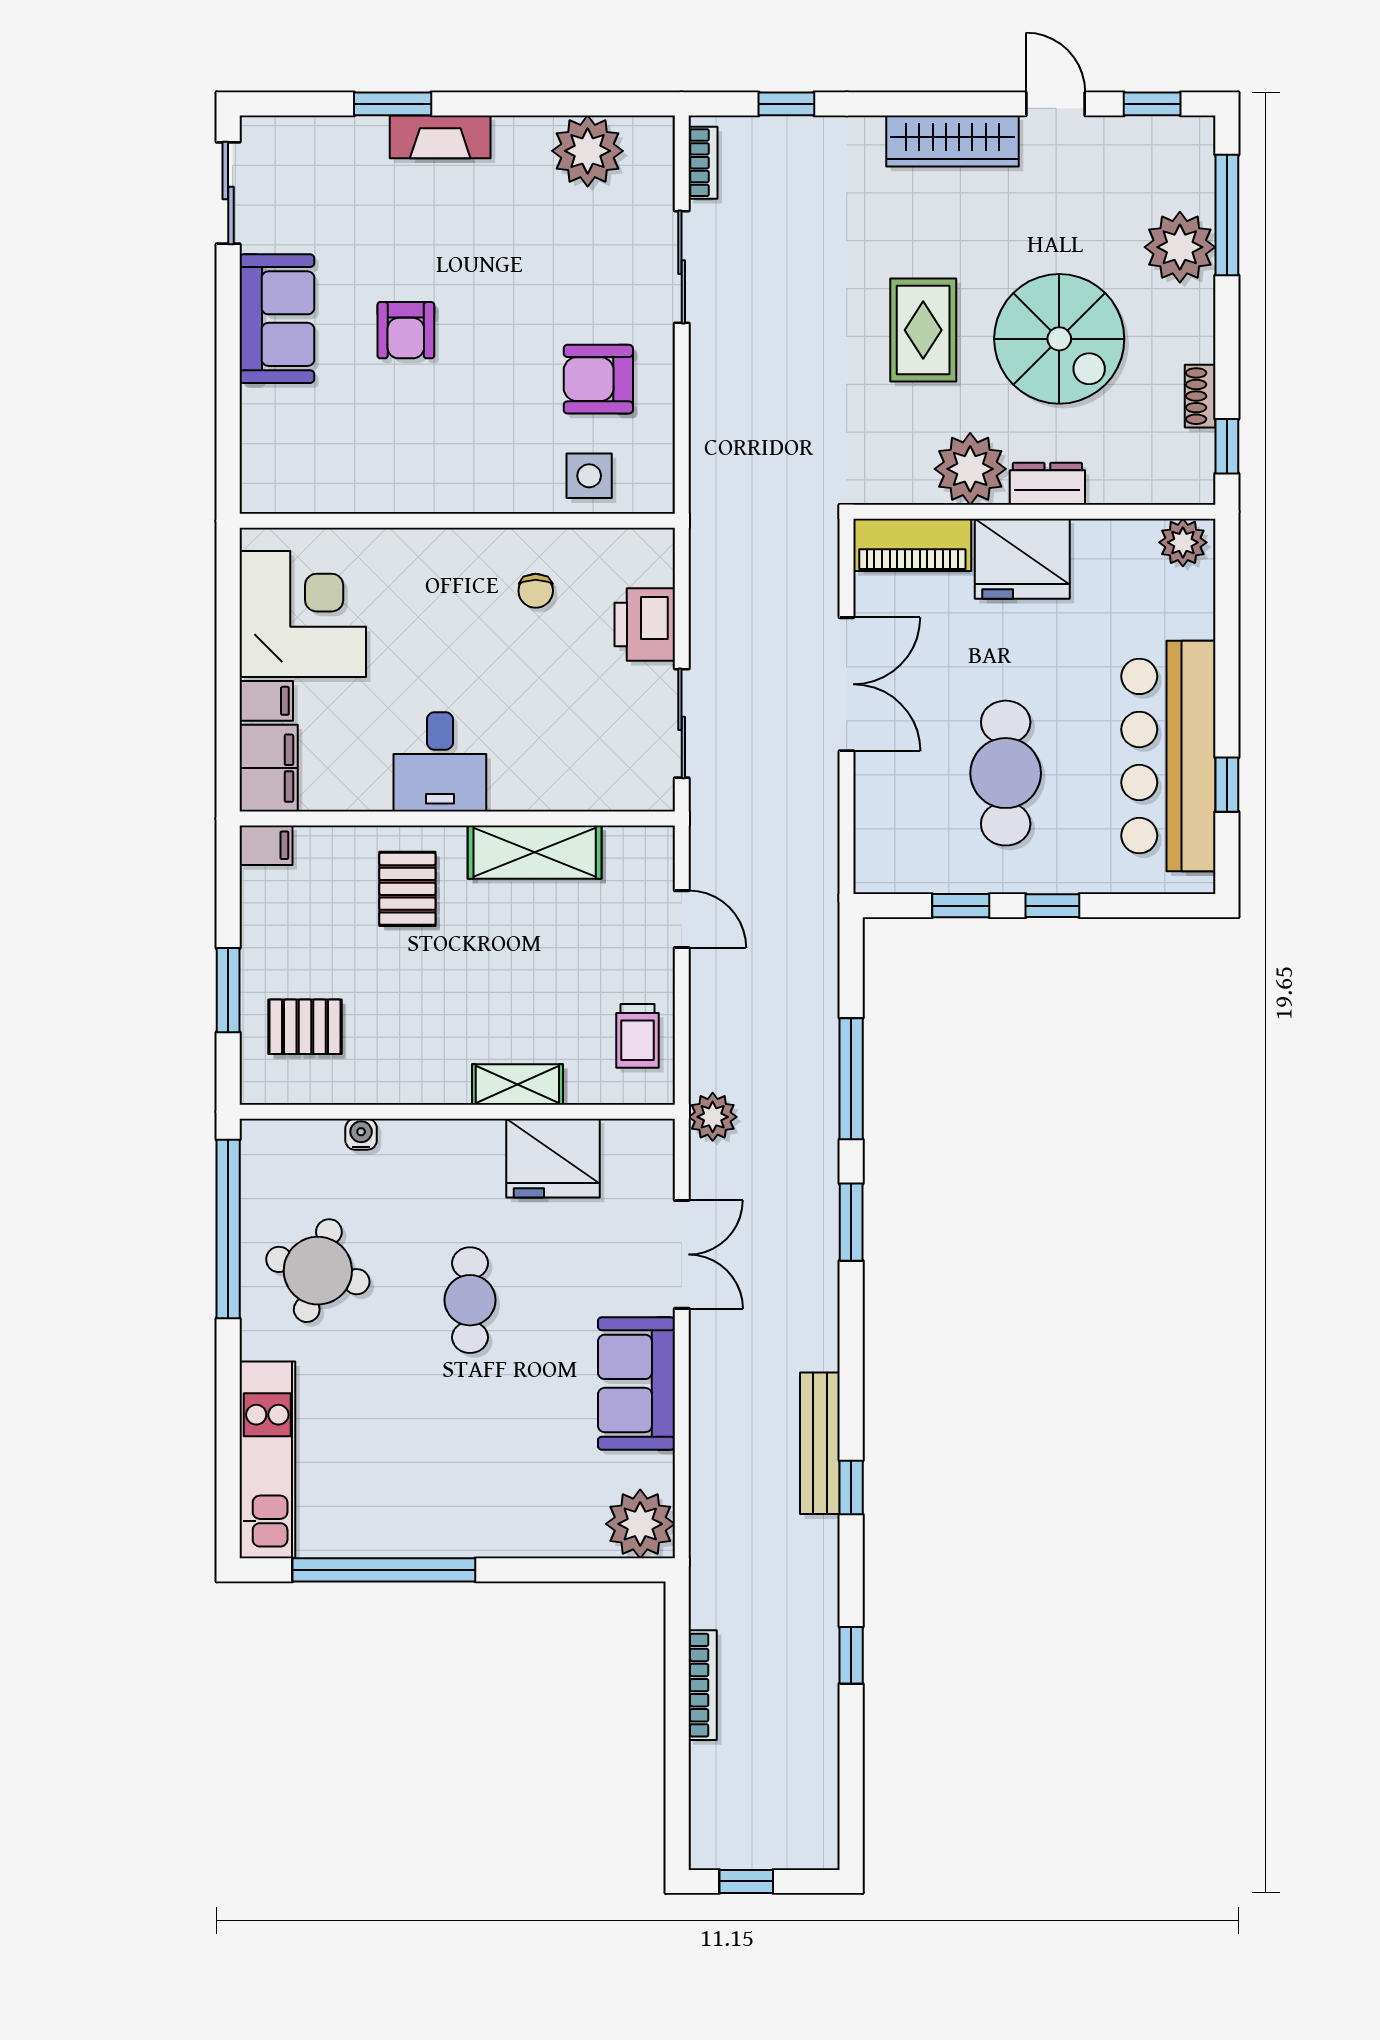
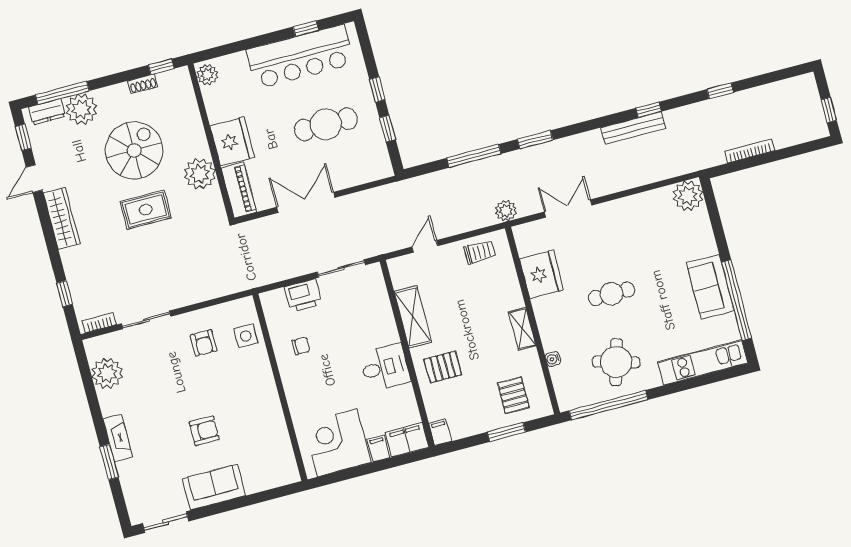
armchair: (598, 379) -> (203, 343), width x0.72, depth x0.72
dresser: (1047, 484) -> (47, 112), moved, turned -90
shelving: (517, 1085) -> (522, 329), moved
sofa: (636, 1383) -> (710, 287), moved, turned 90

